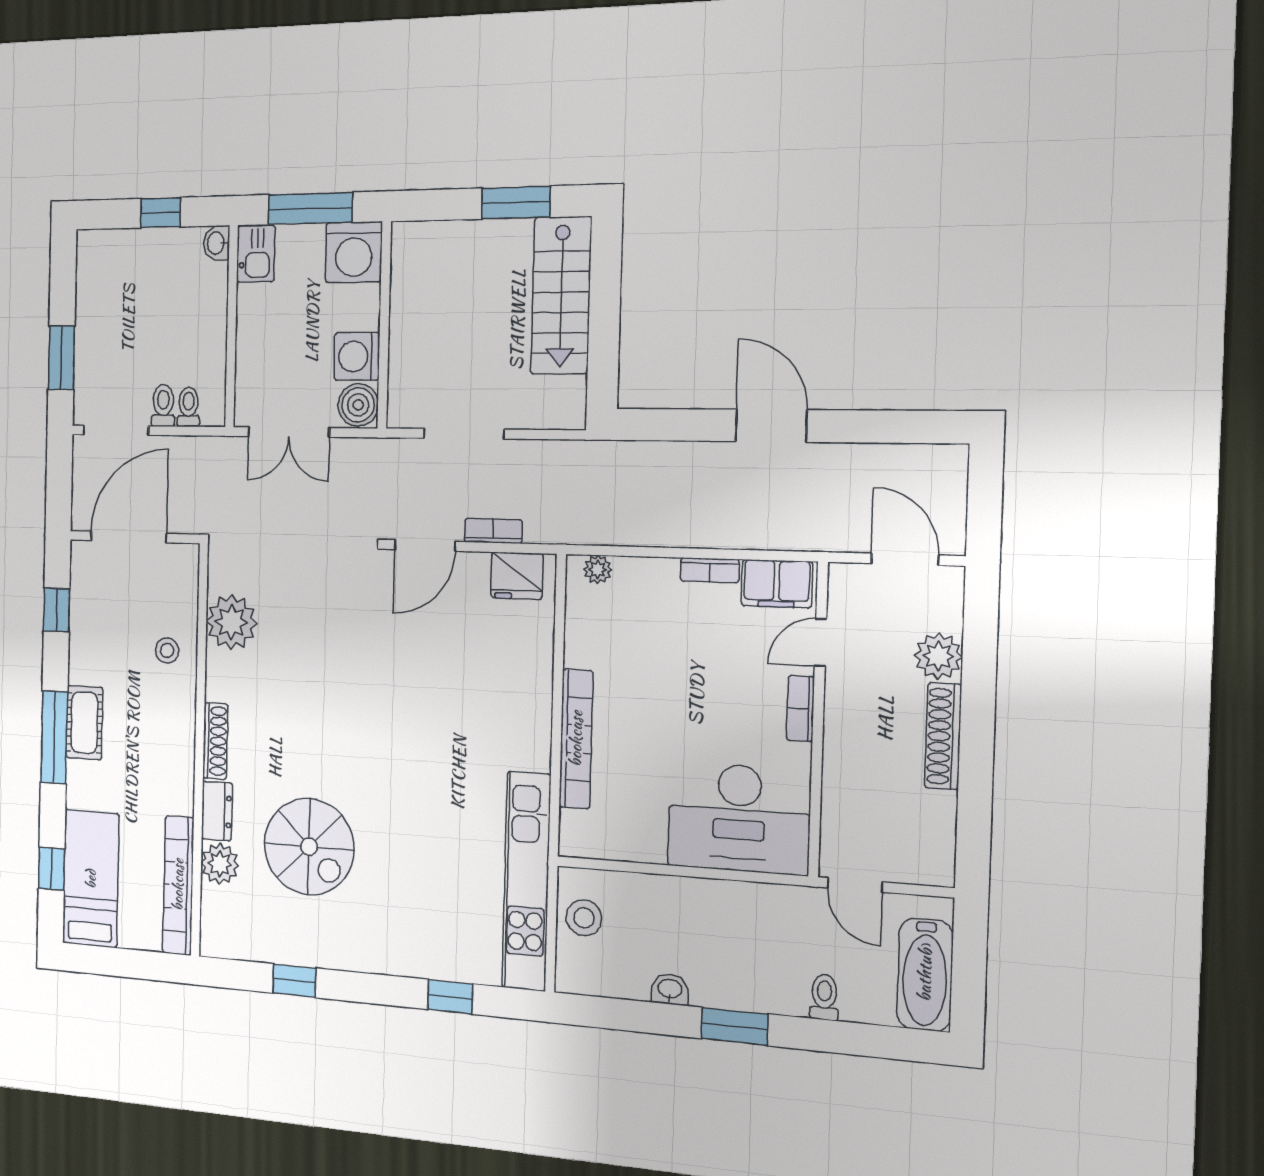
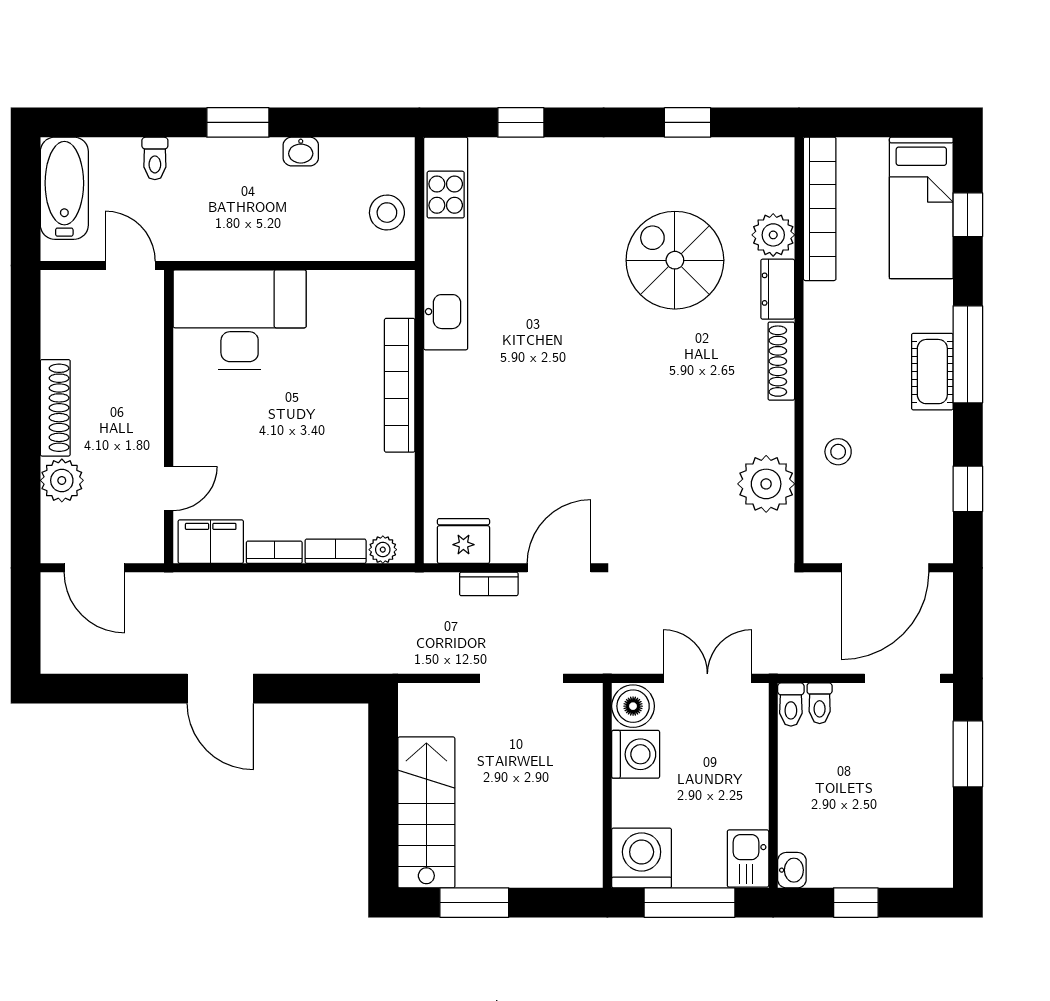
toilet: (163, 406) -> (791, 704), moved
bookcase: (800, 708) -> (336, 551), moved, turned -90

